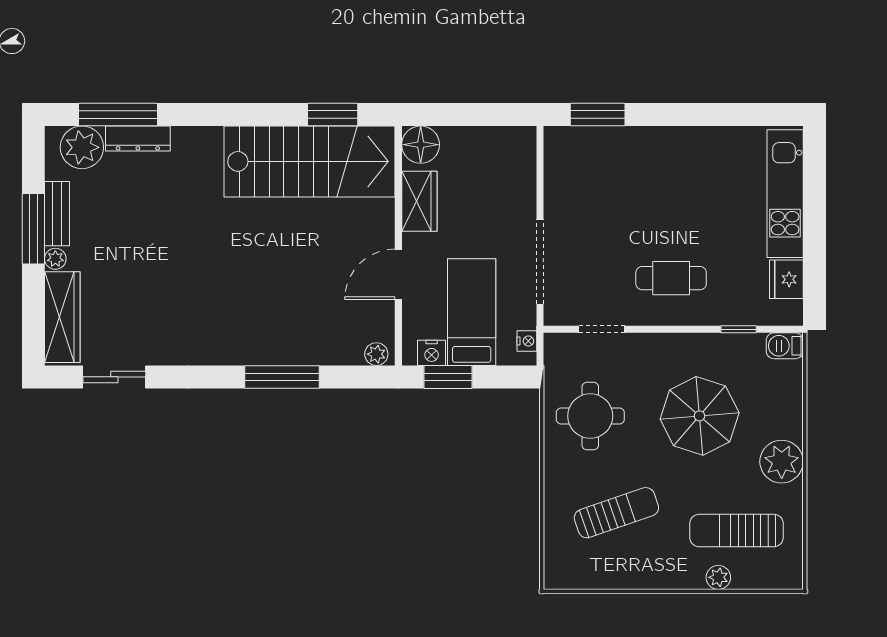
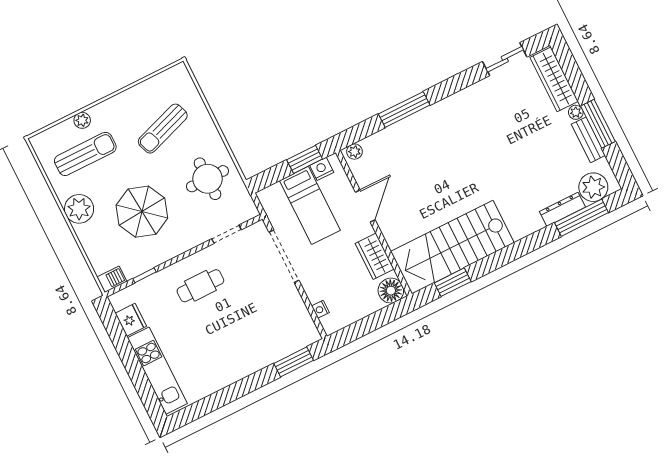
nightstand: (527, 341) -> (320, 309), moved

